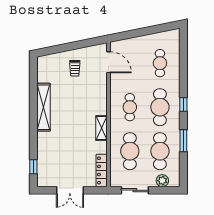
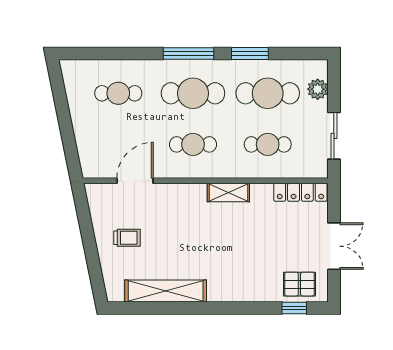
door: (108, 62) -> (135, 181), moved
window: (183, 105) -> (189, 53), width x2.17
shelving: (43, 107) -> (166, 291), moved
cafe table: (130, 151) -> (268, 144), width x0.73, depth x0.74
pallet: (48, 170) -> (299, 284), added

